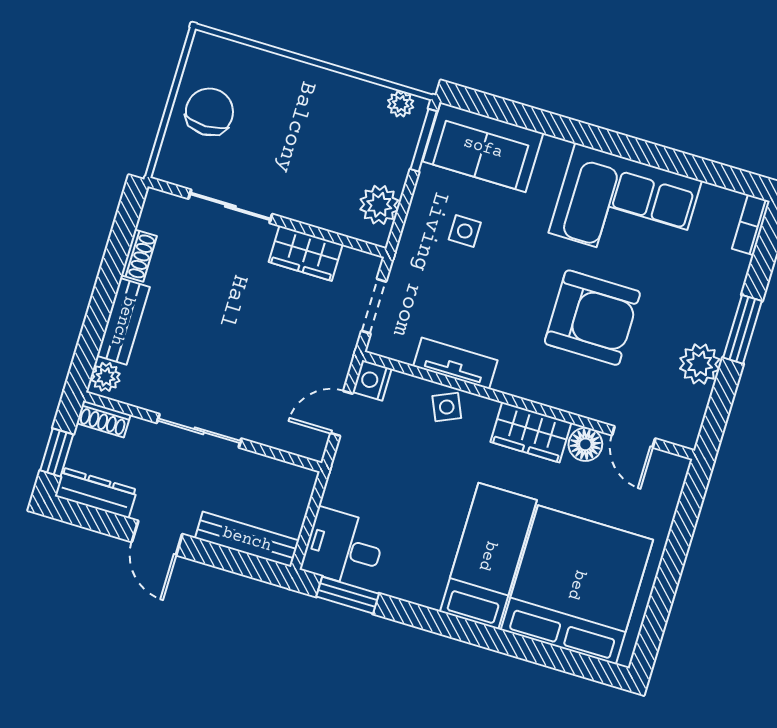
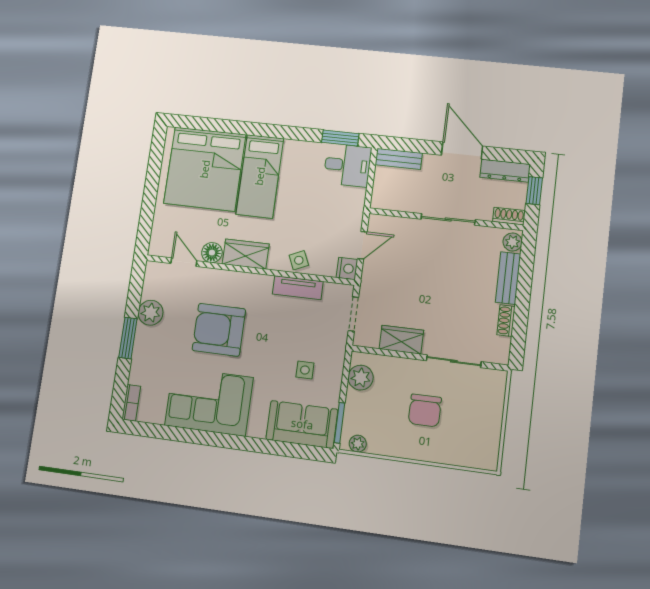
chair: (209, 112) -> (425, 410), moved
door: (157, 538) -> (462, 151), width x1.38
bench: (247, 539) -> (399, 159), width x0.73

